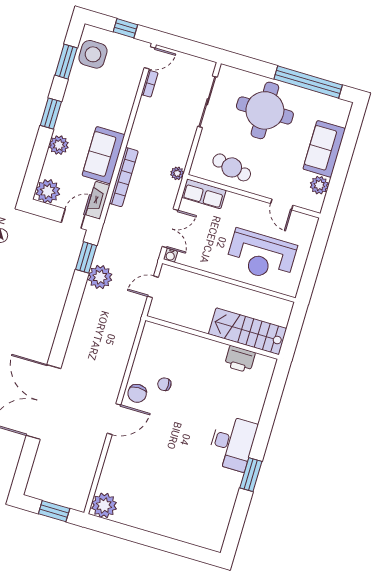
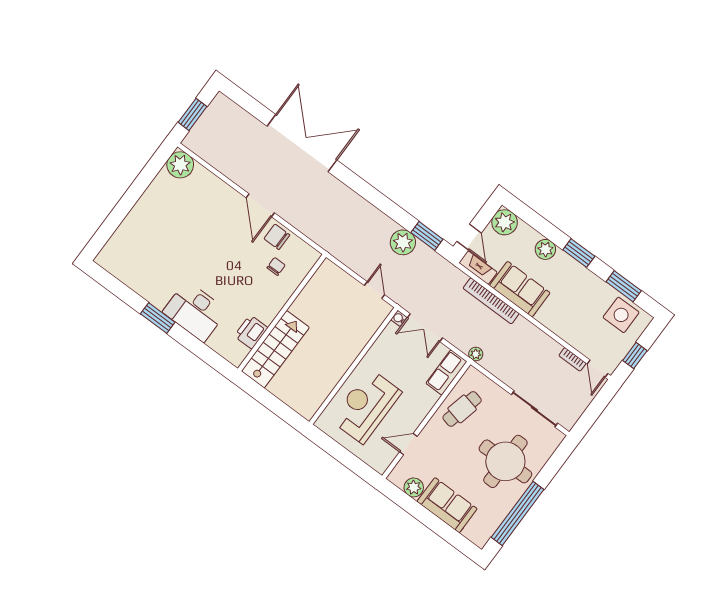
stairs: (248, 331) -> (275, 349), moved
wall: (212, 337) -> (282, 313), moved
printer: (240, 359) -> (251, 332), moved

